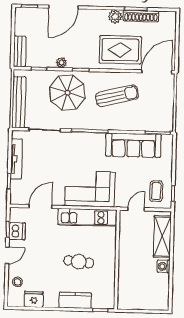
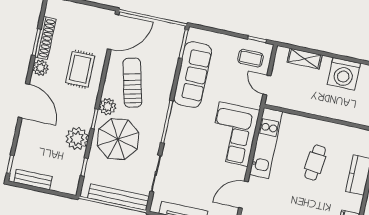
door: (63, 7) -> (24, 101), moved
rug: (120, 50) -> (80, 69), width x0.73, depth x0.70
bench: (20, 51) -> (33, 179), moved
plant: (61, 63) -> (77, 139), width x1.88, depth x1.88
door: (157, 72) -> (113, 32), swing flipped
plant: (93, 79) -> (108, 107), added
door: (40, 207) -> (243, 195), hinge flipped
shelving: (162, 237) -> (305, 59), width x0.67, depth x0.75
washing machine: (164, 266) -> (344, 74), width x1.89, depth x1.89

